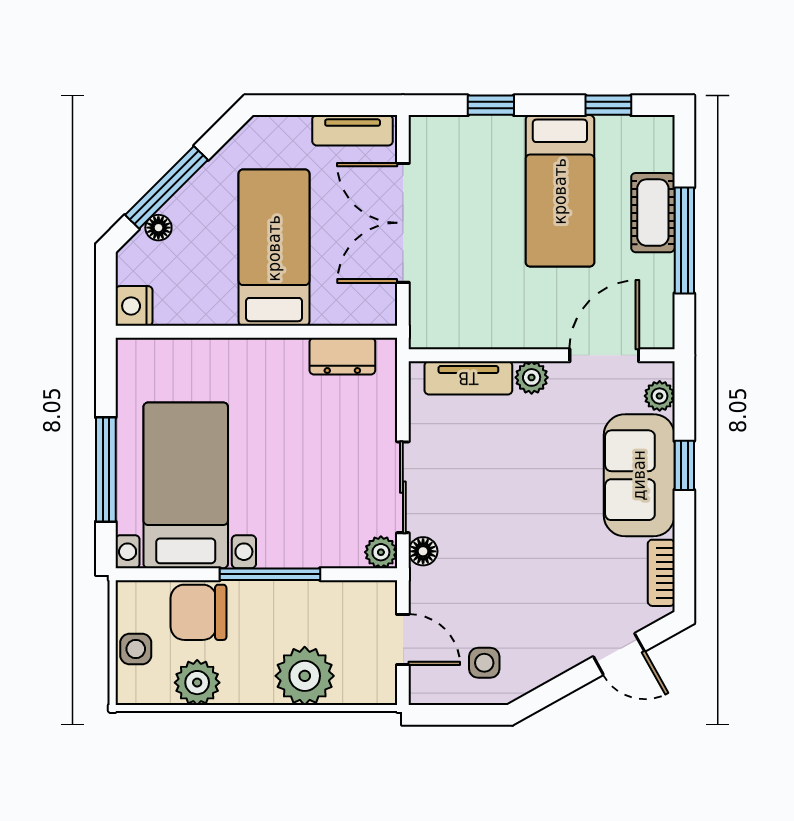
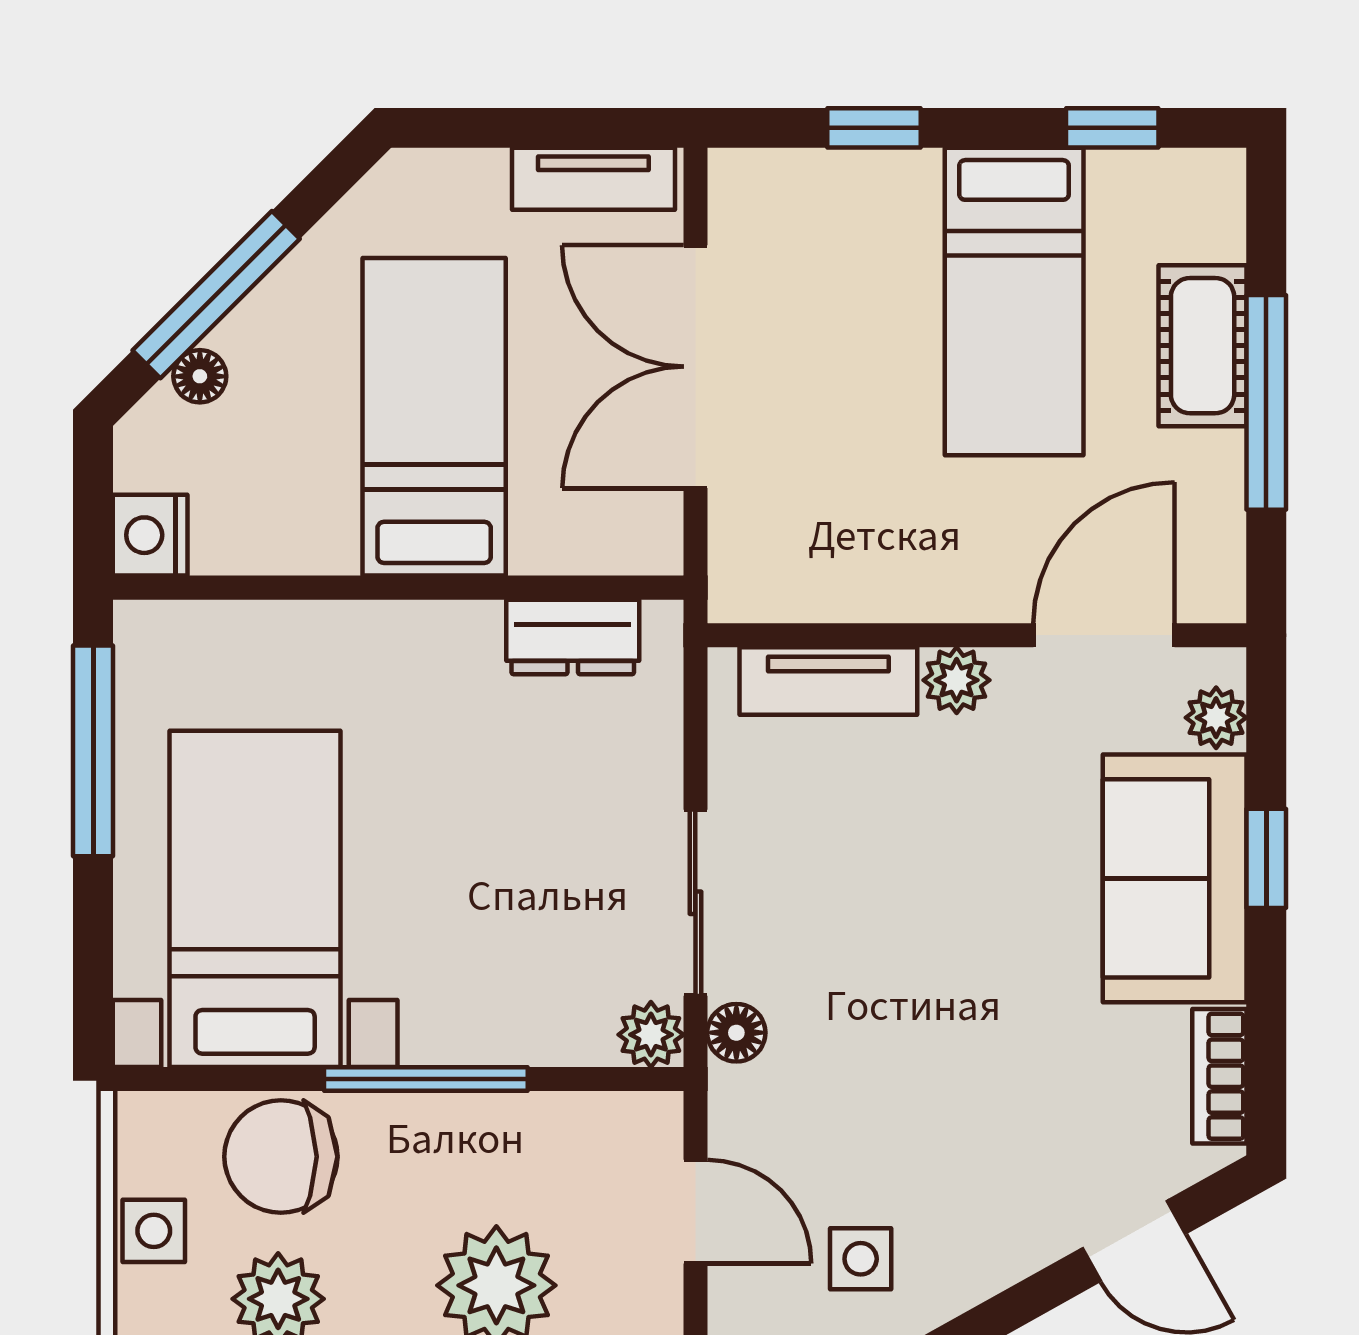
window: (106, 470) -> (93, 751), moved

